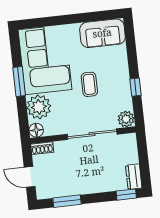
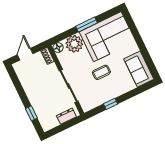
plant: (126, 119) -> (87, 105), removed
dresser: (134, 177) -> (66, 116), moved
window: (126, 195) -> (31, 113), moved
window: (67, 201) -> (18, 85), removed

